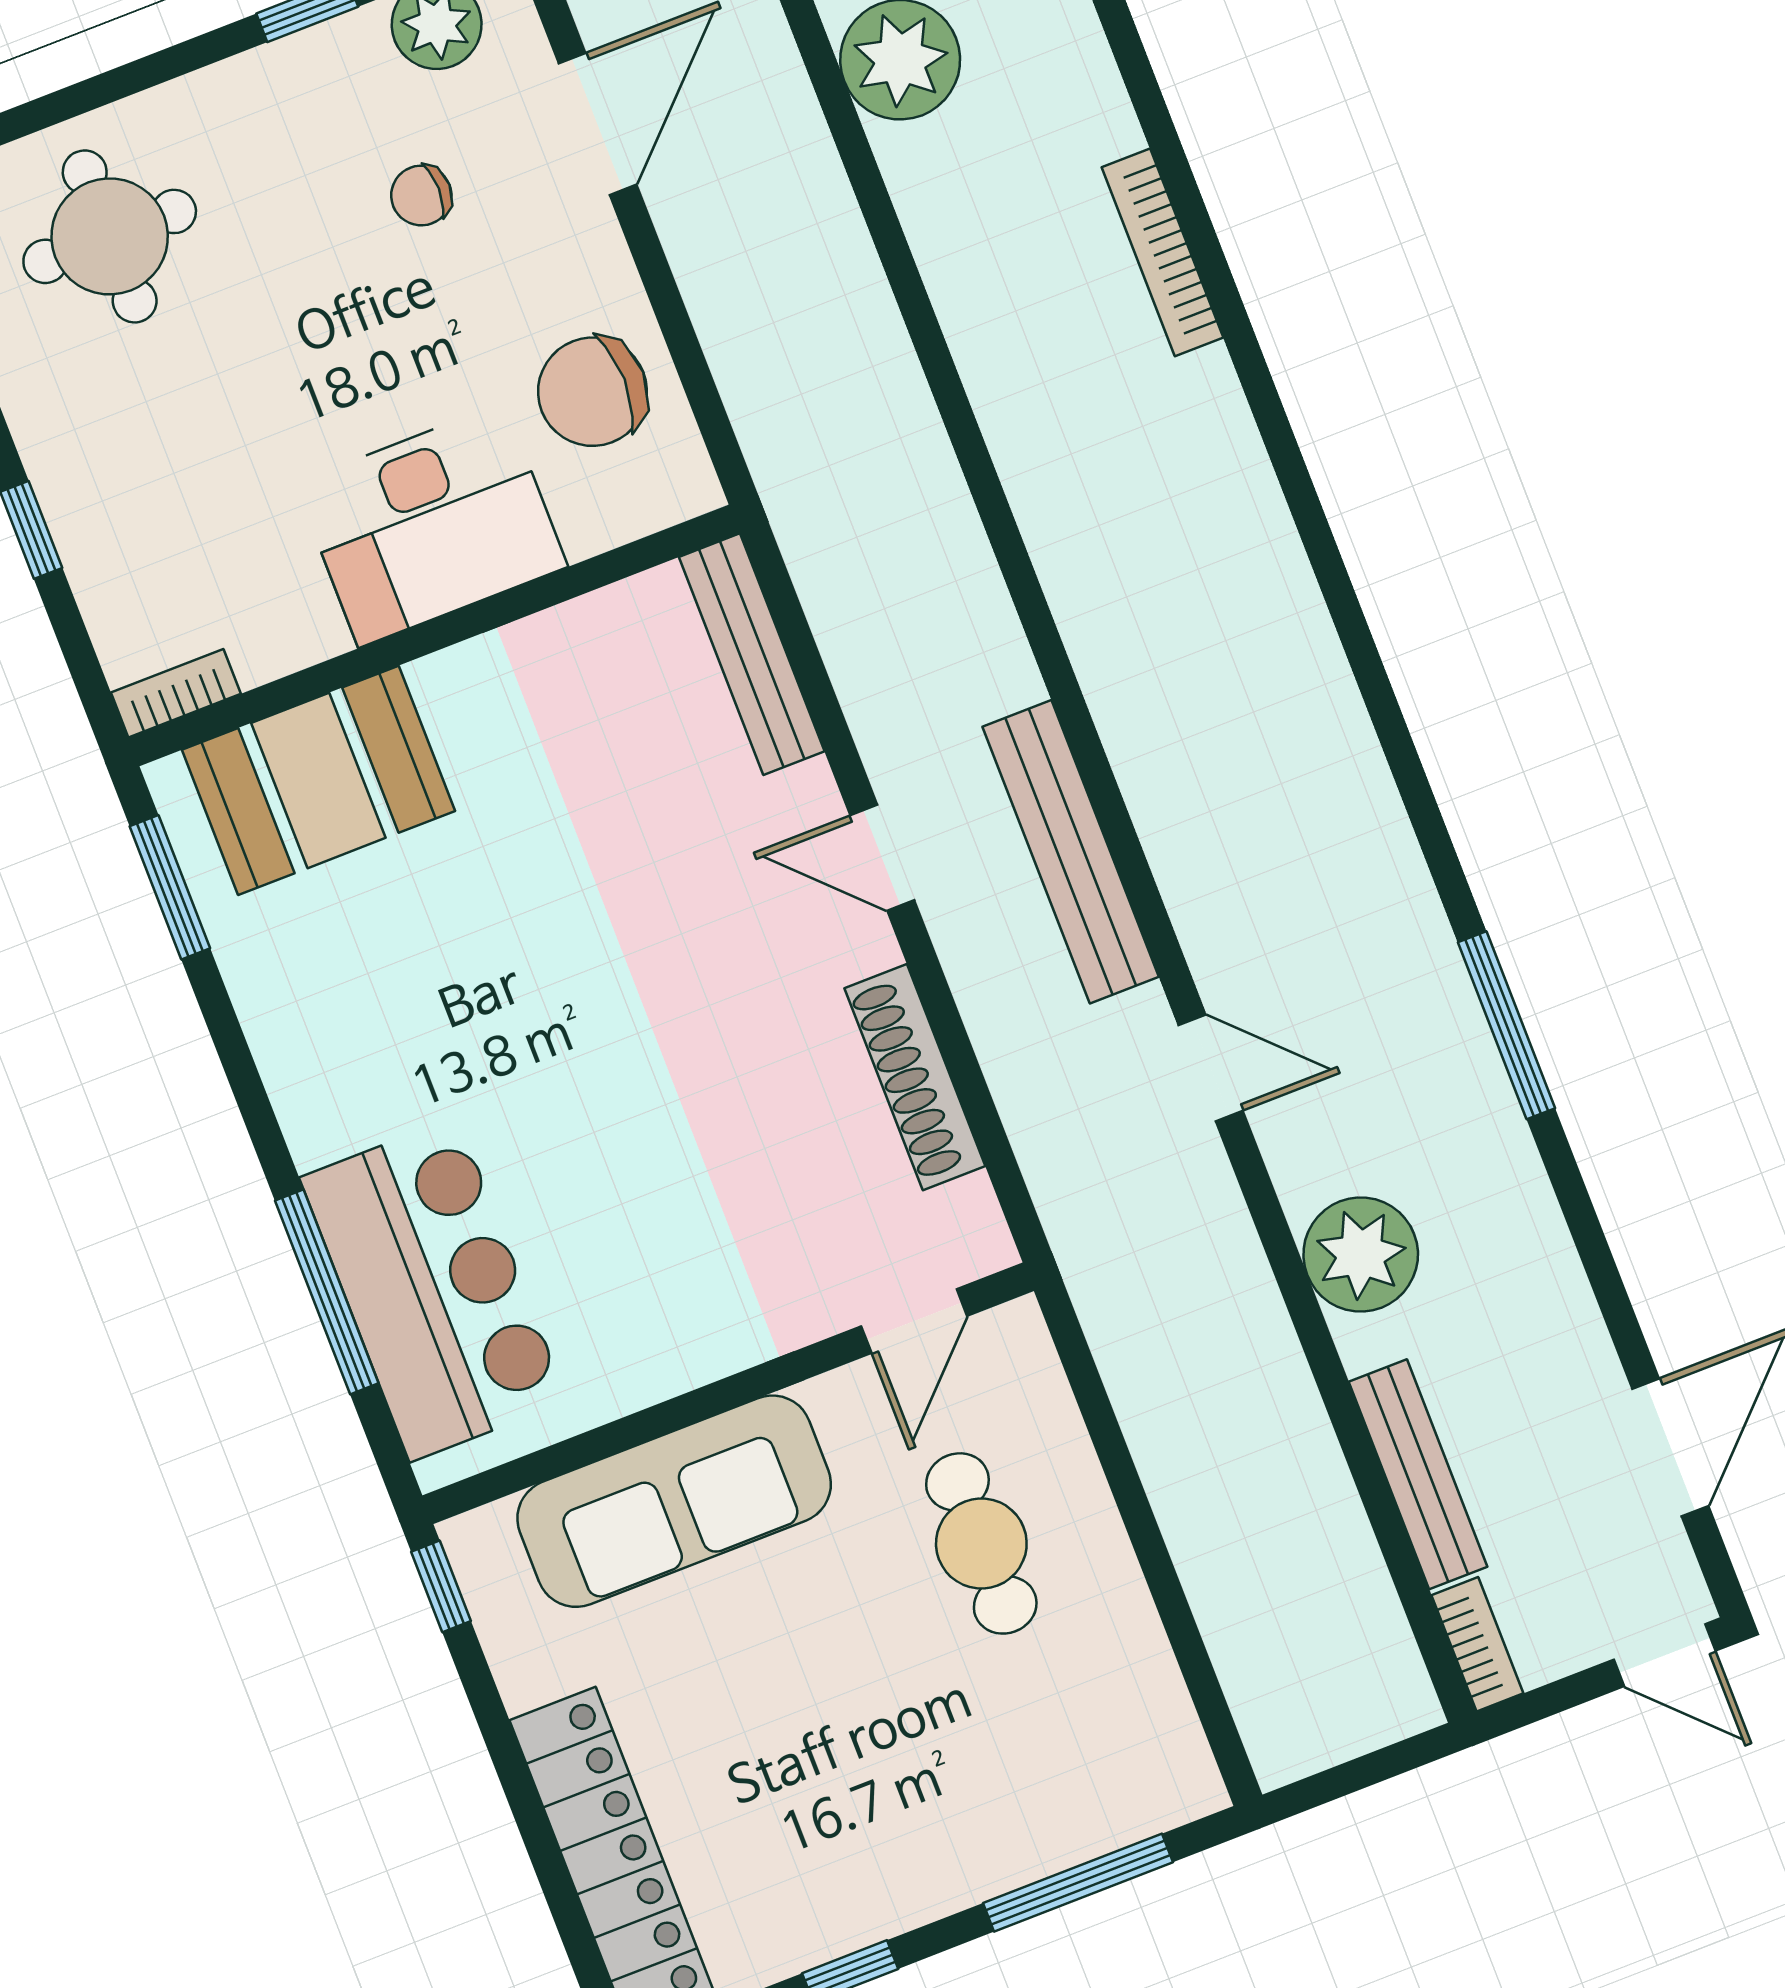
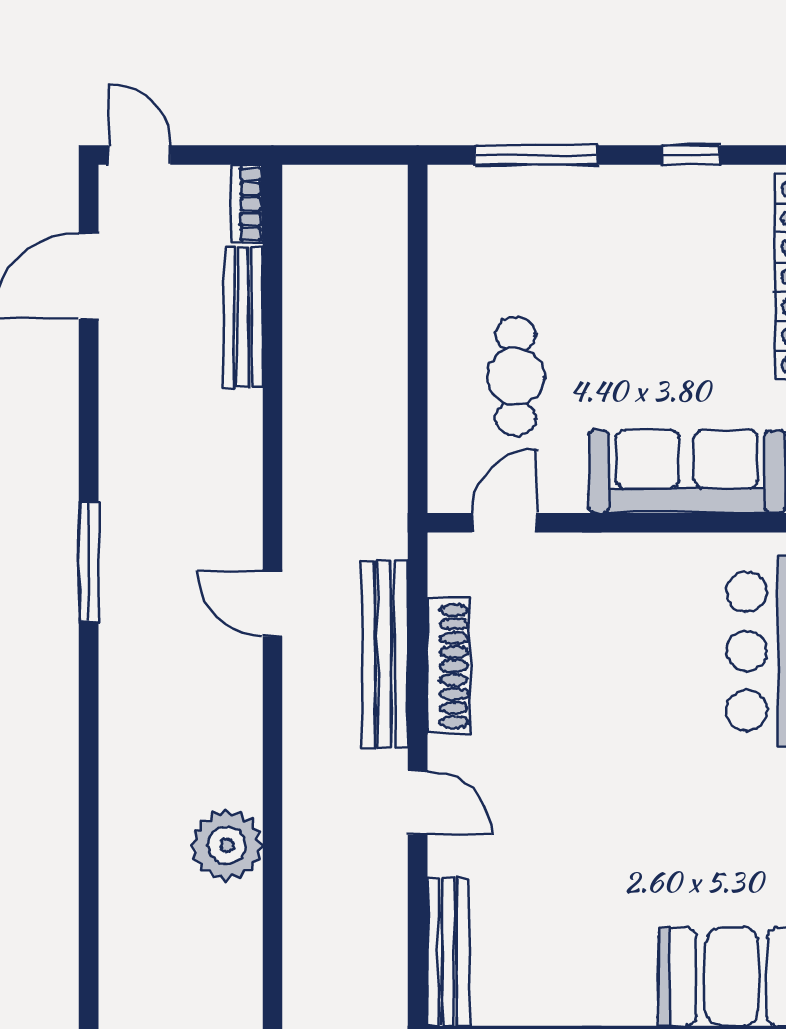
bench: (1071, 852) -> (385, 654), moved
plant: (1361, 1254) -> (227, 845), moved

